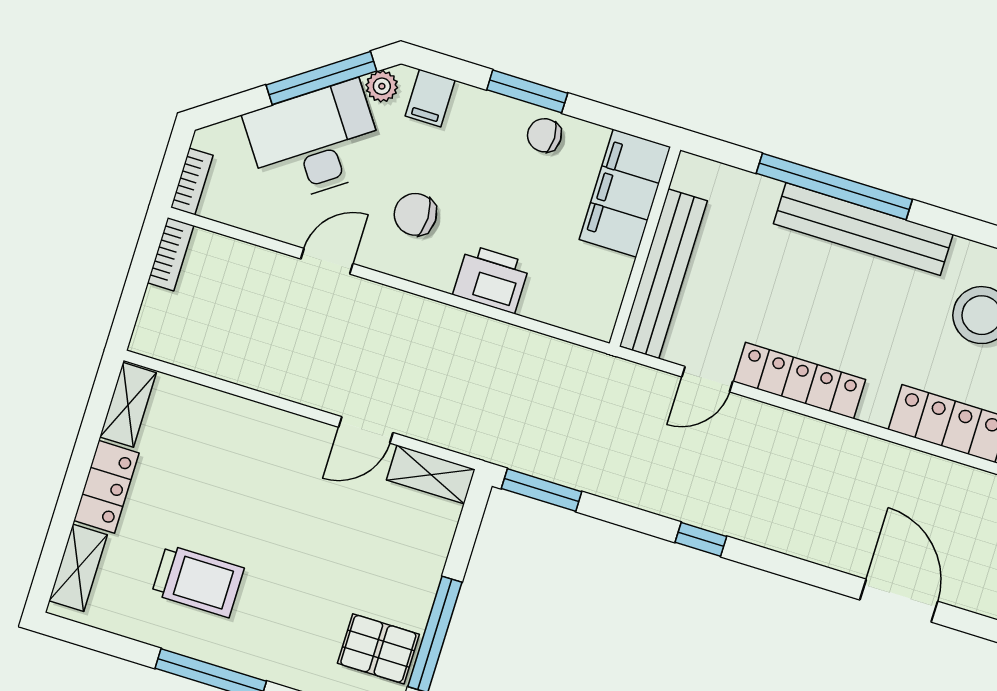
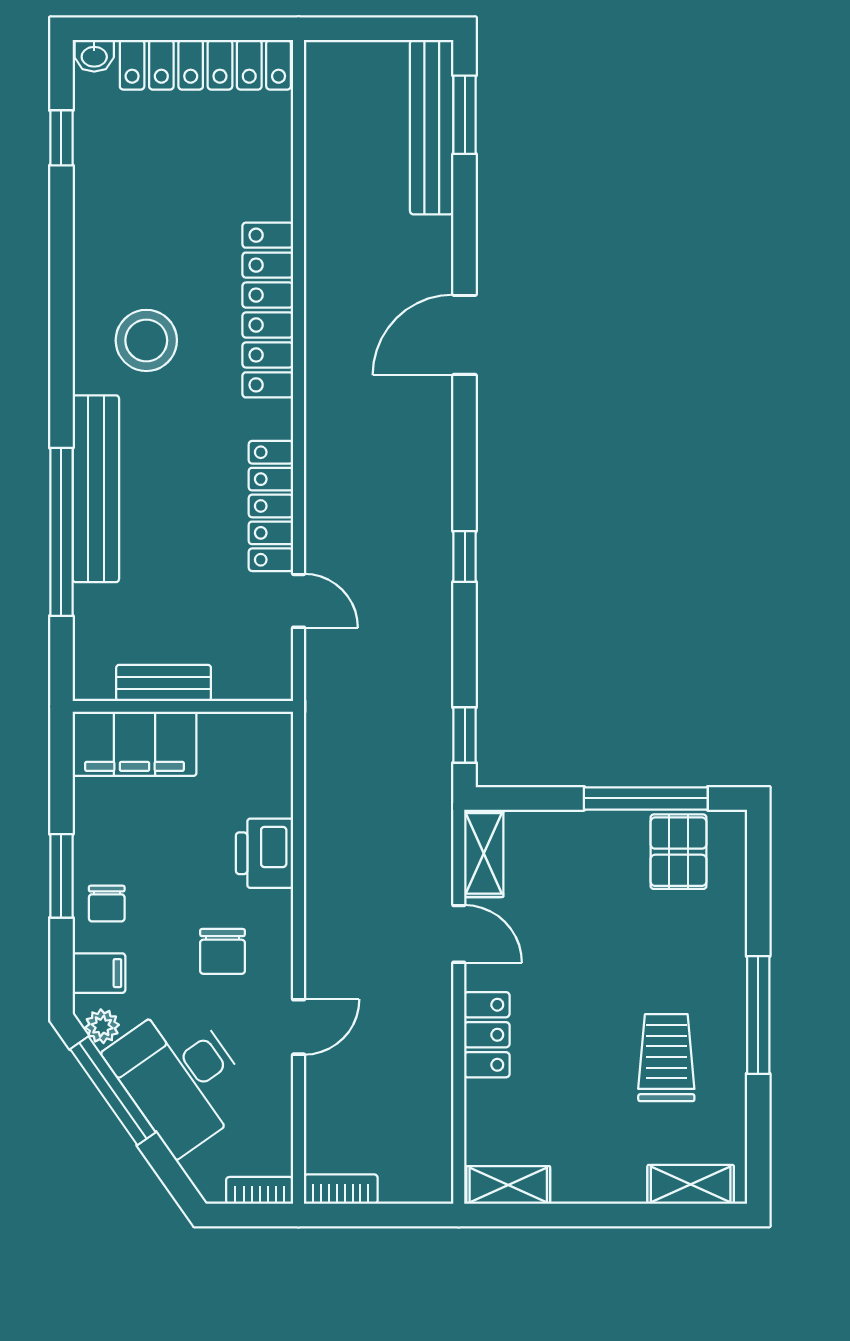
chair: (544, 135) -> (107, 904), moved
door: (327, 261) -> (299, 1027), swing flipped
bench: (663, 274) -> (164, 683), width x0.54, depth x0.82
locker: (106, 487) -> (487, 1035), moved, turned 90
window: (542, 490) -> (465, 735), width x0.67

